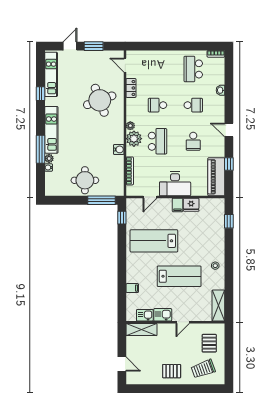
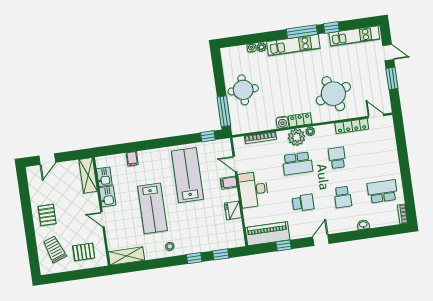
door: (125, 65) -> (376, 116), hinge flipped
locker: (131, 88) -> (352, 126), width x1.53
locker: (119, 133) -> (300, 120), added
school desk: (193, 141) -> (303, 203), turned 180
window: (40, 149) -> (302, 32), moved
filing cabinet: (177, 205) -> (229, 183), moved
window: (229, 245) -> (194, 258), added

